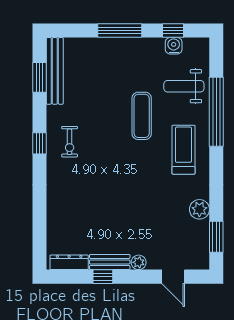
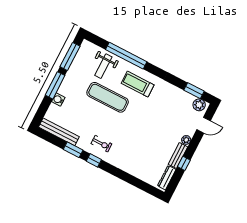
window: (173, 31) -> (70, 56), width x2.17
water cooler: (174, 46) -> (58, 100), moved
window: (39, 77) -> (73, 150), moved
exercise mat: (142, 116) -> (108, 97), width x1.36, depth x1.45
plant: (199, 209) -> (199, 105), moved

